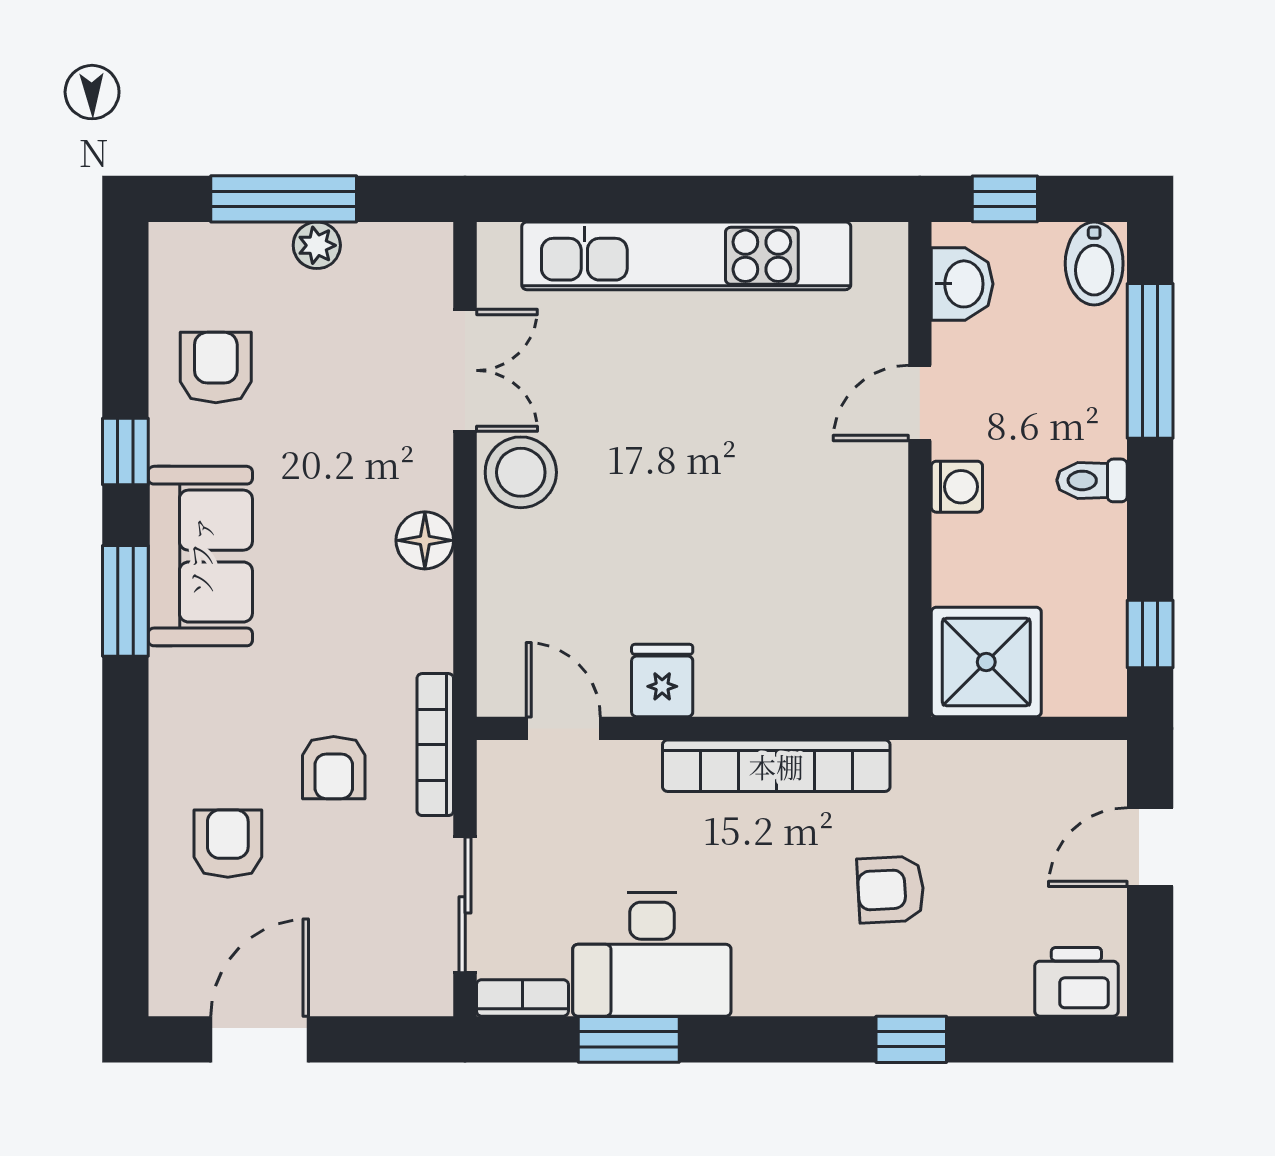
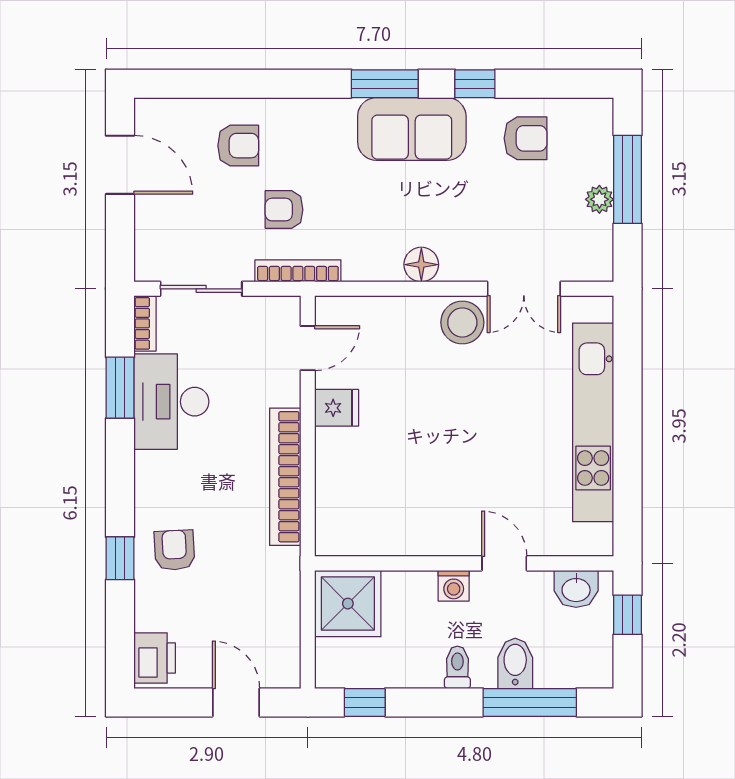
bidet: (1094, 263) -> (515, 663), moved, turned 90
armchair: (891, 889) -> (174, 550), moved

